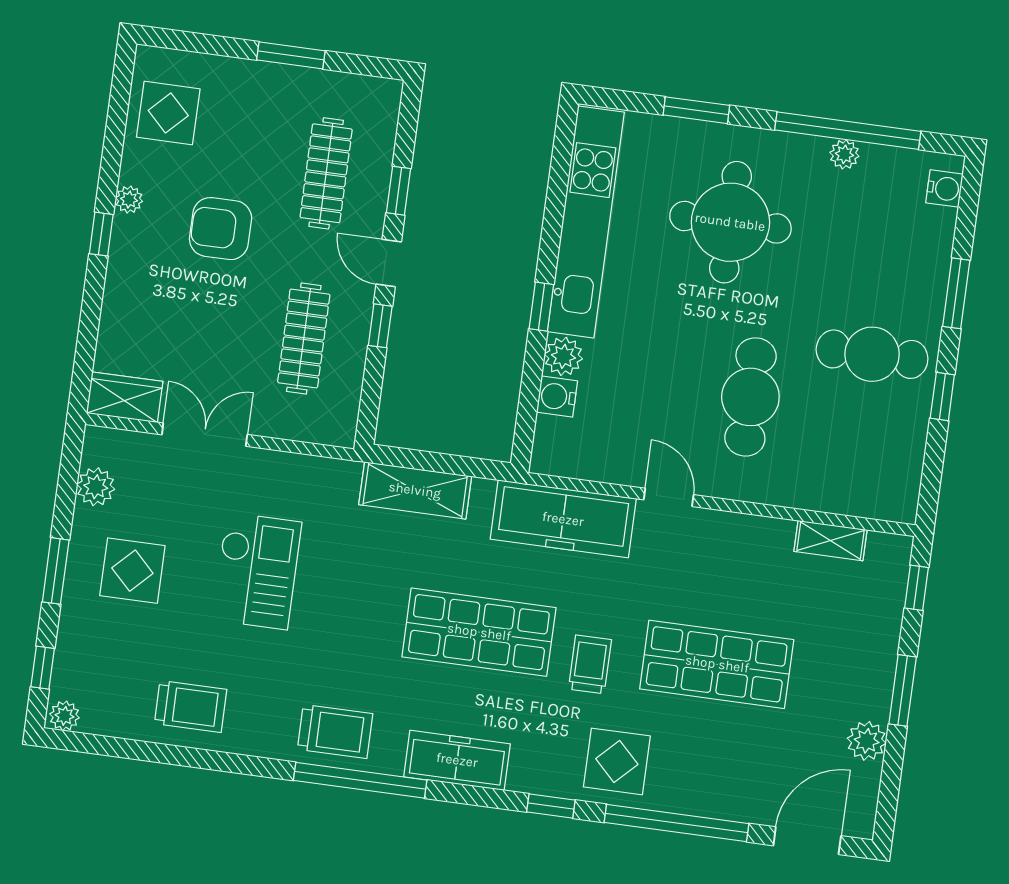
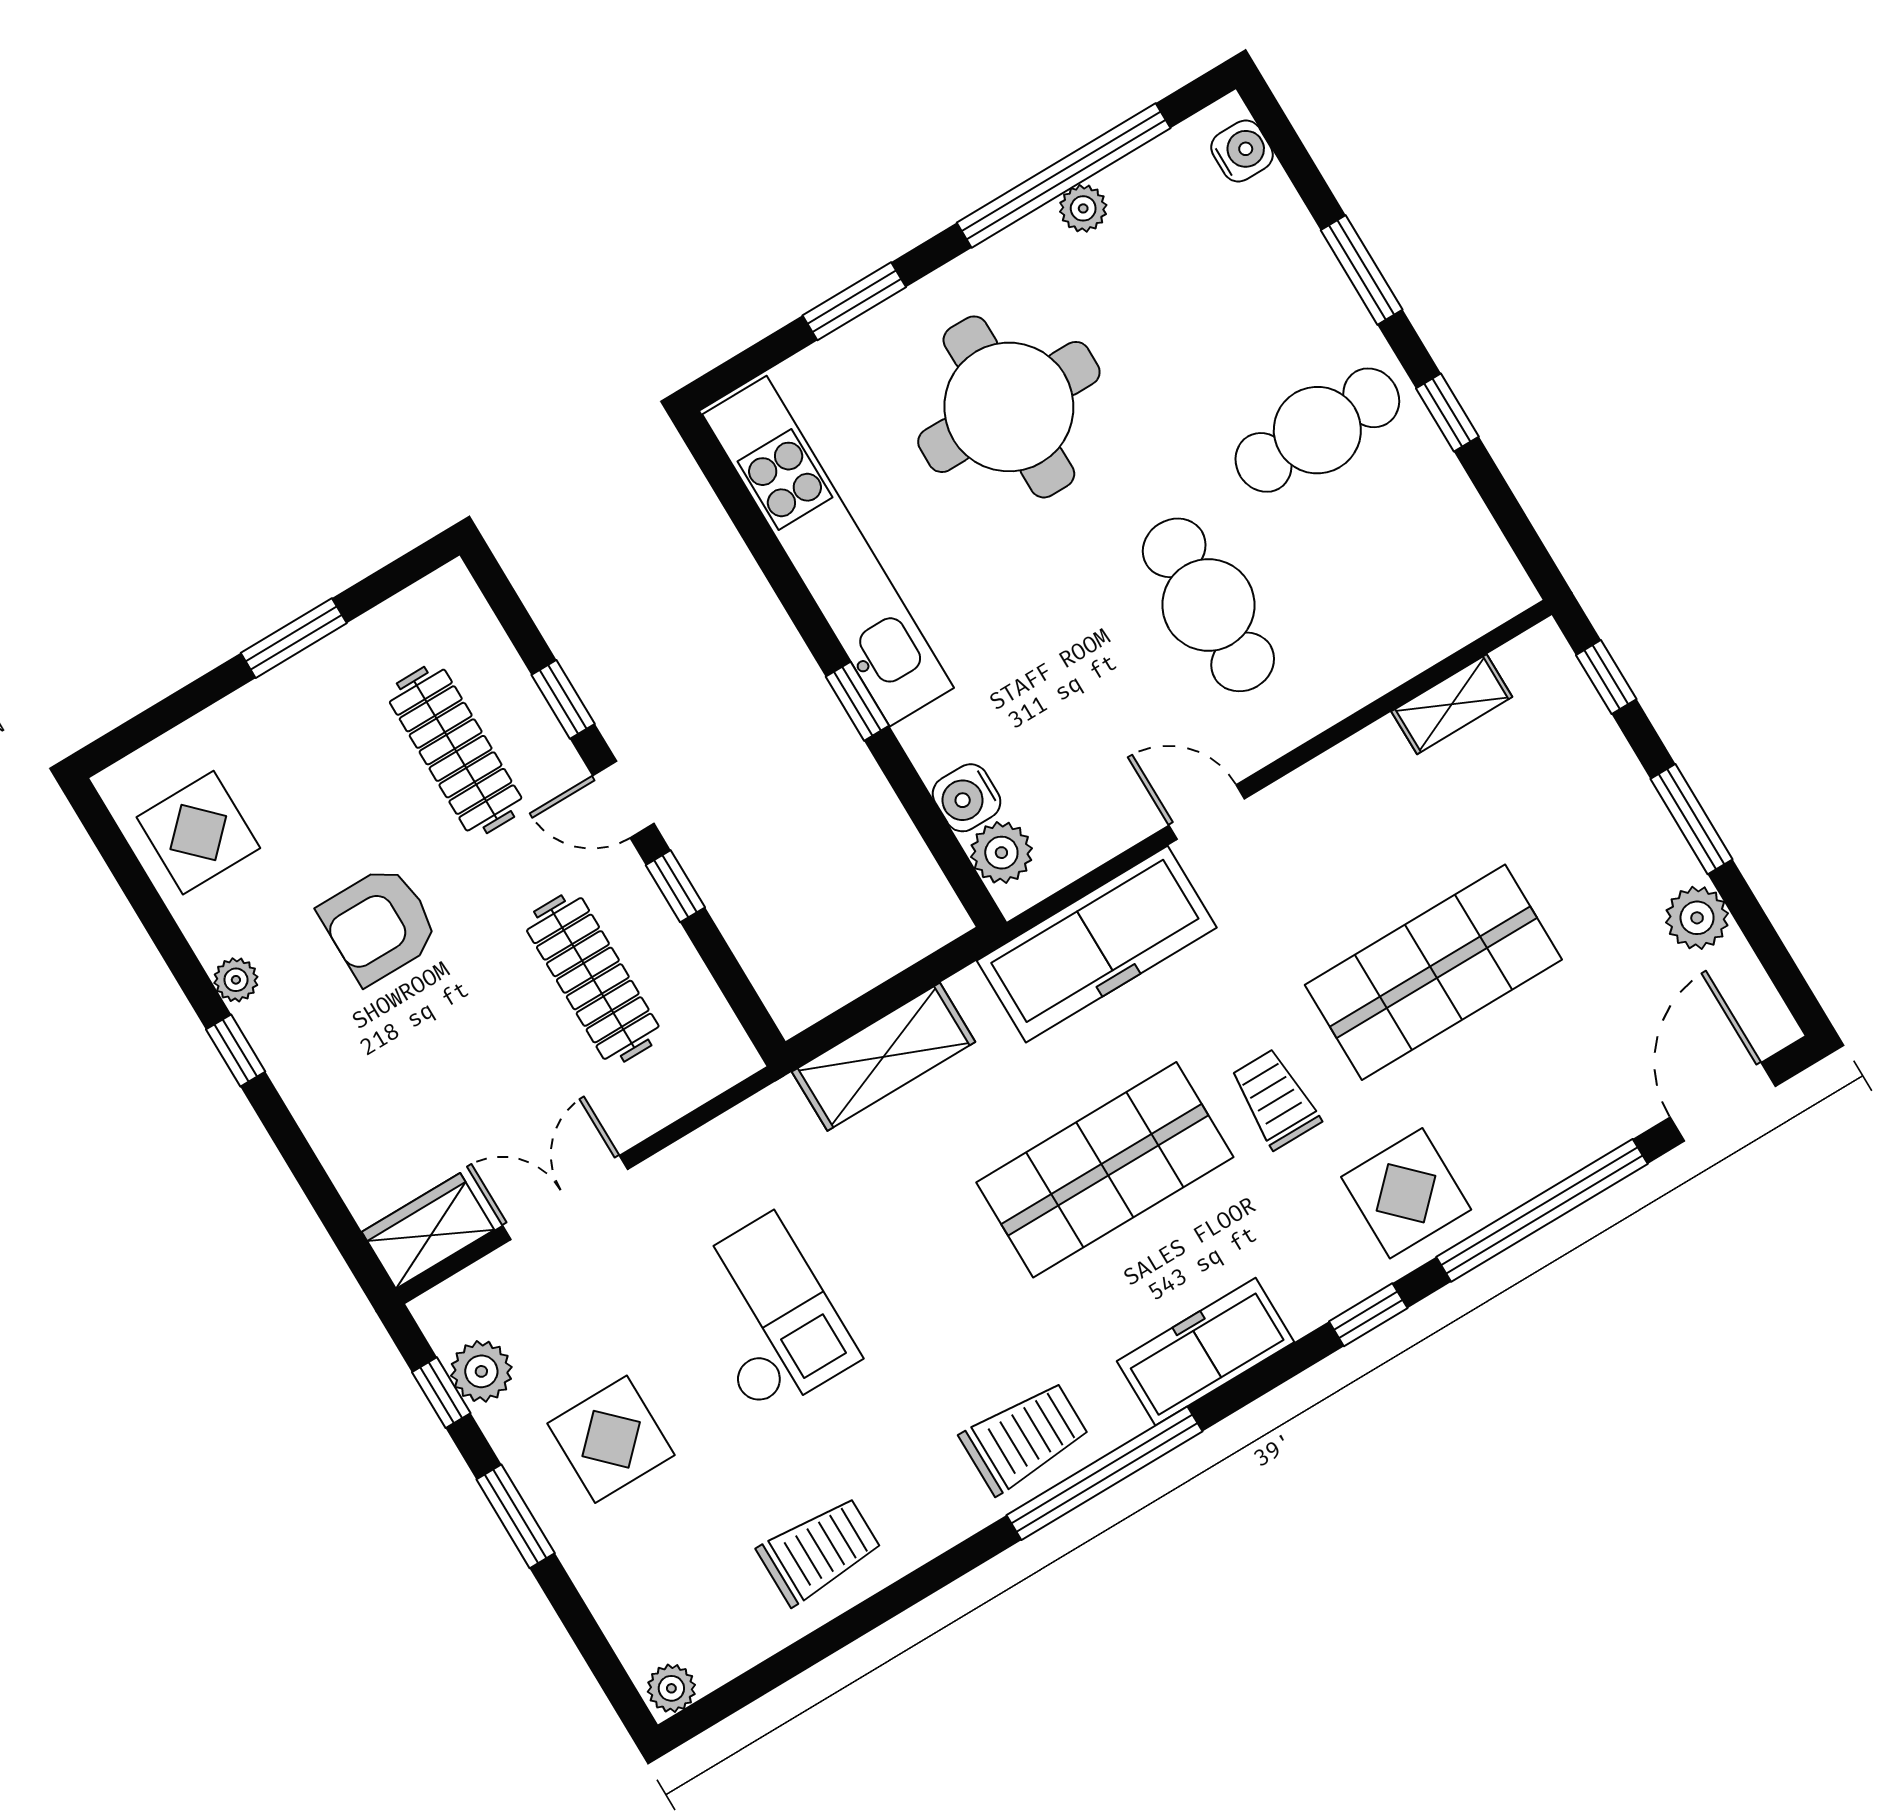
plant: (563, 356) -> (1001, 853), moved
window: (43, 668) -> (441, 1393), moved

